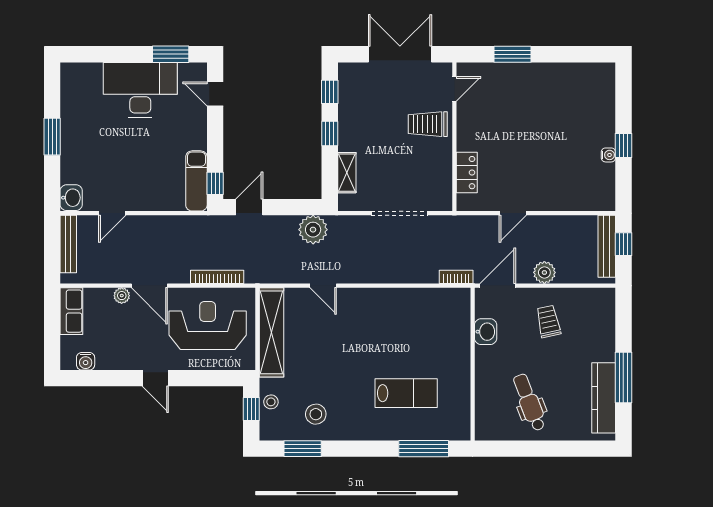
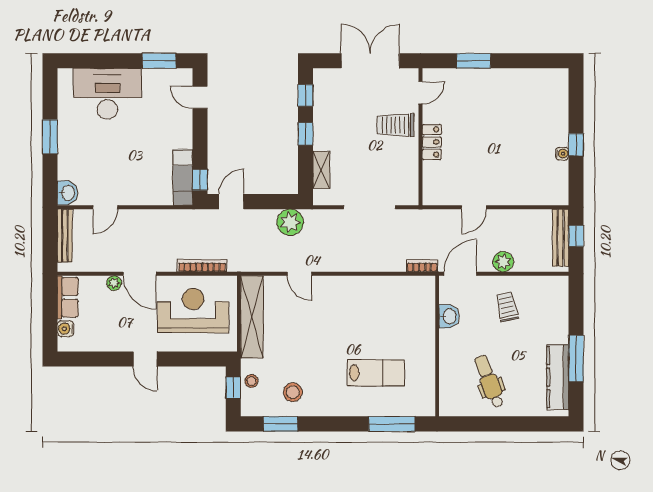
desk: (140, 90) -> (107, 94), moved
locker: (467, 173) -> (432, 142), moved
water cooler: (86, 361) -> (66, 329), moved, turned 90

